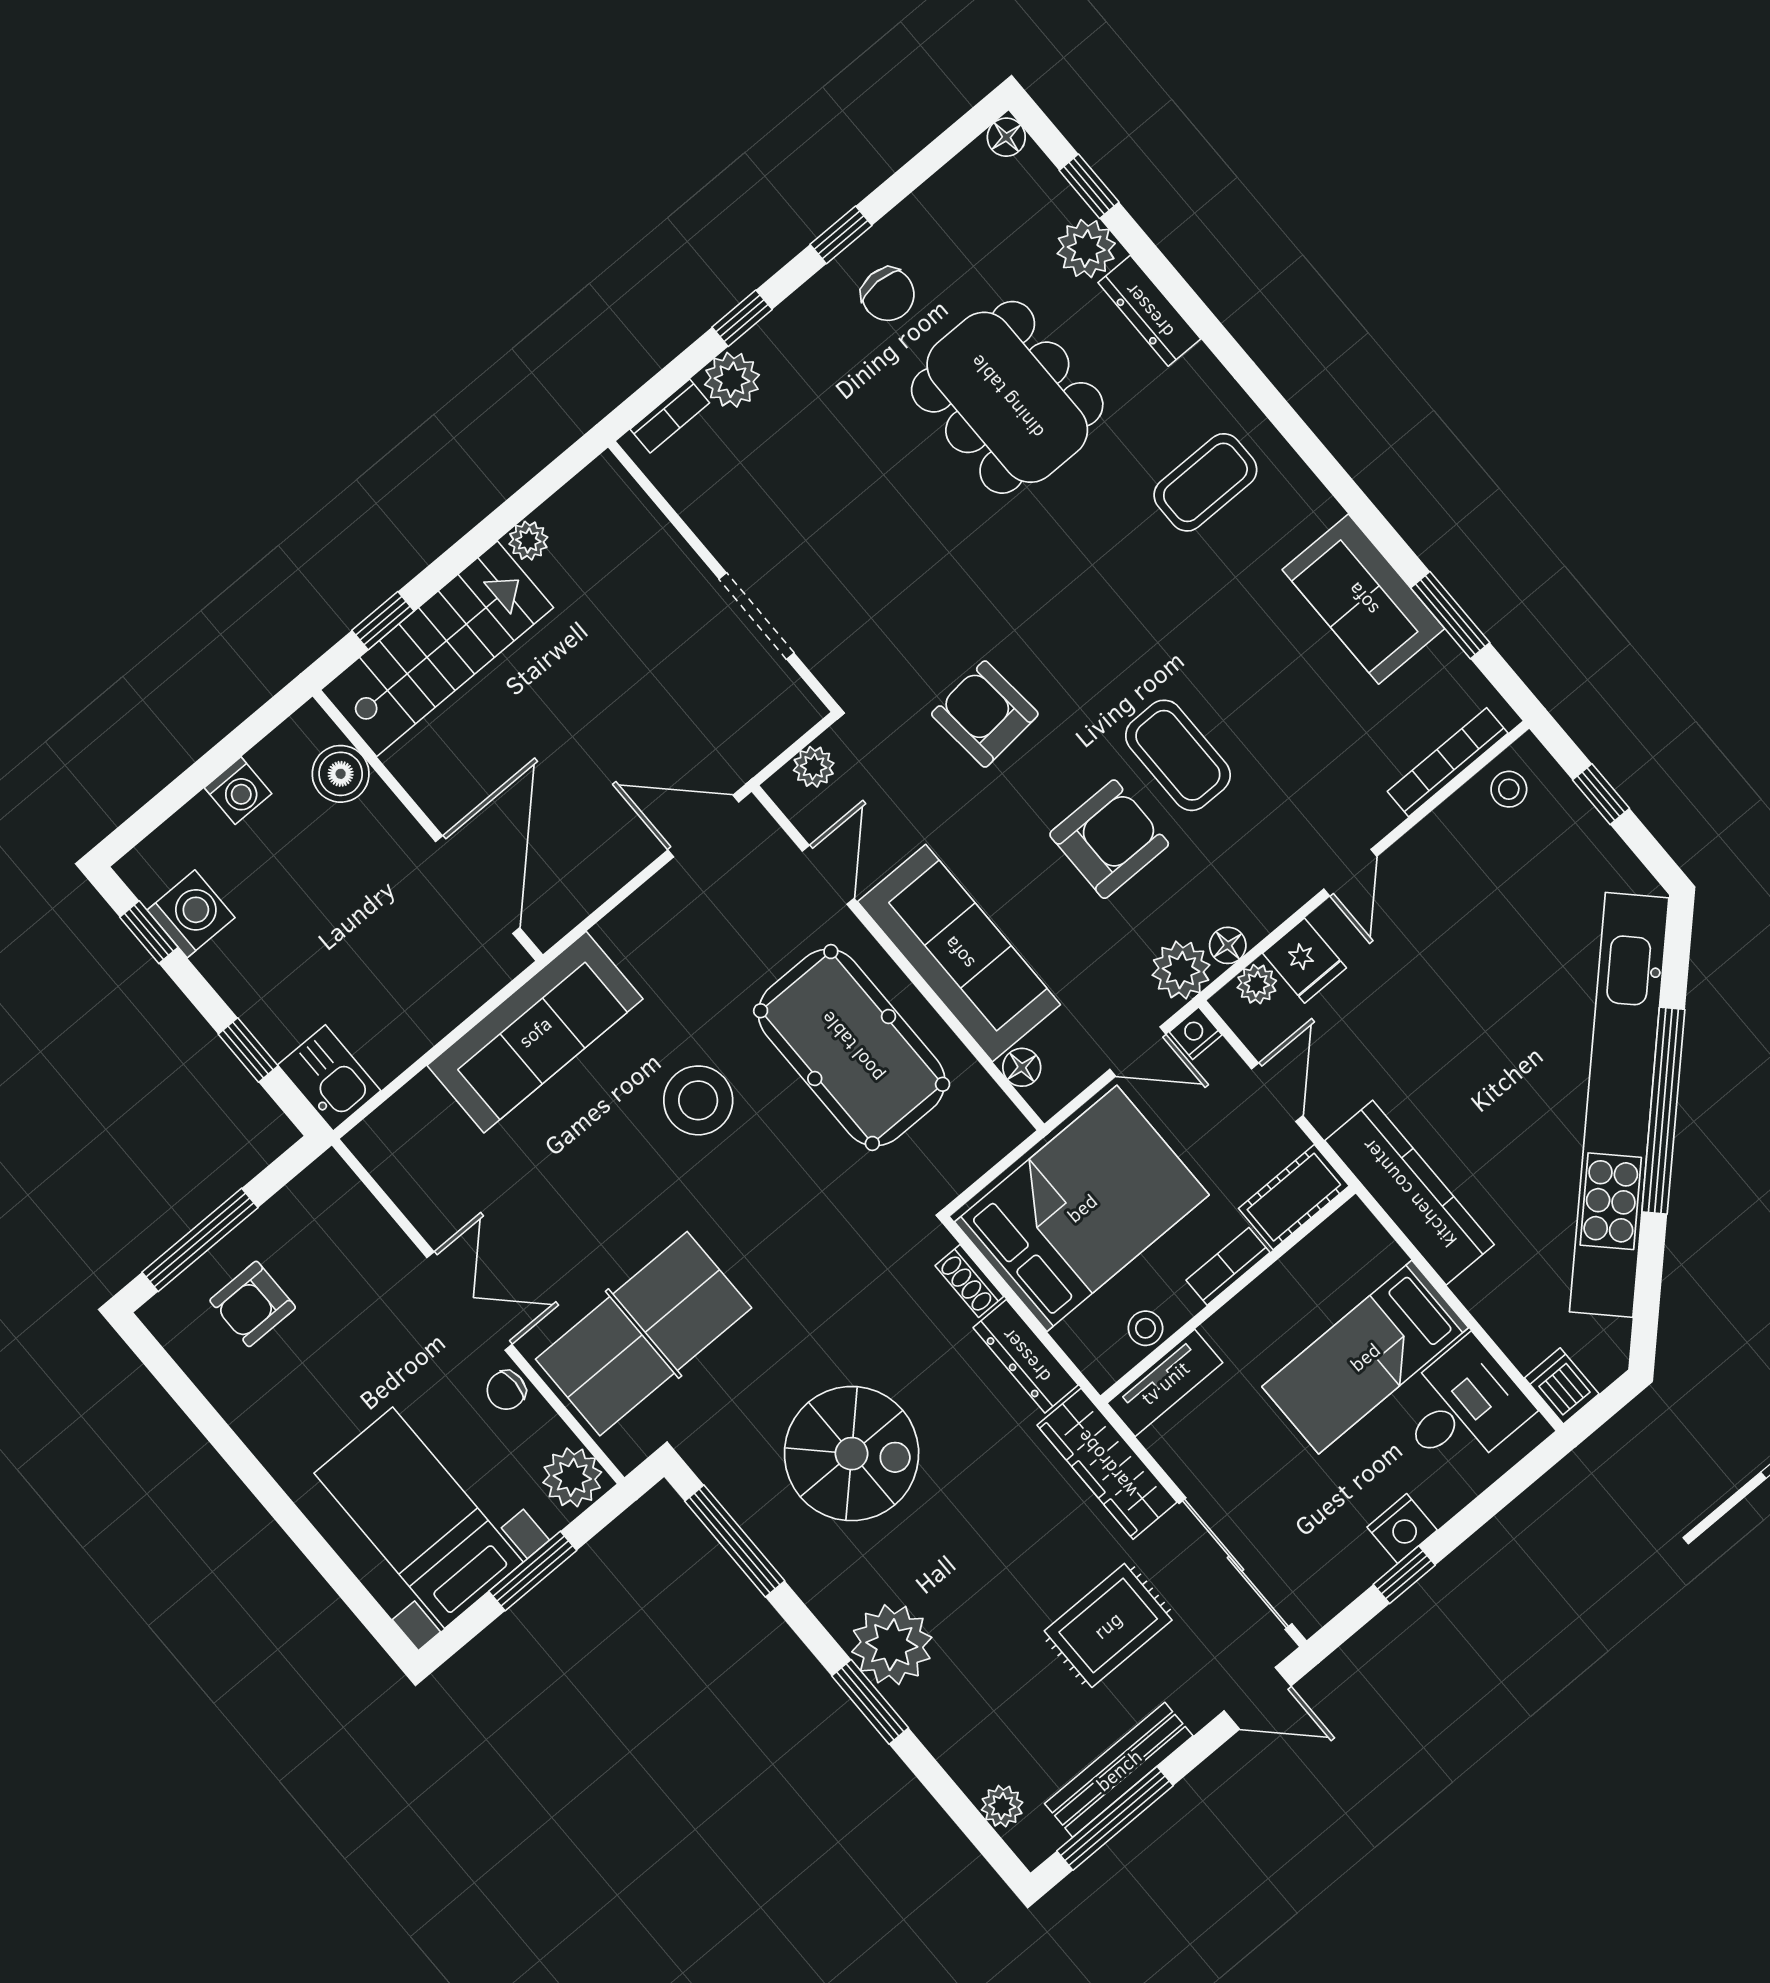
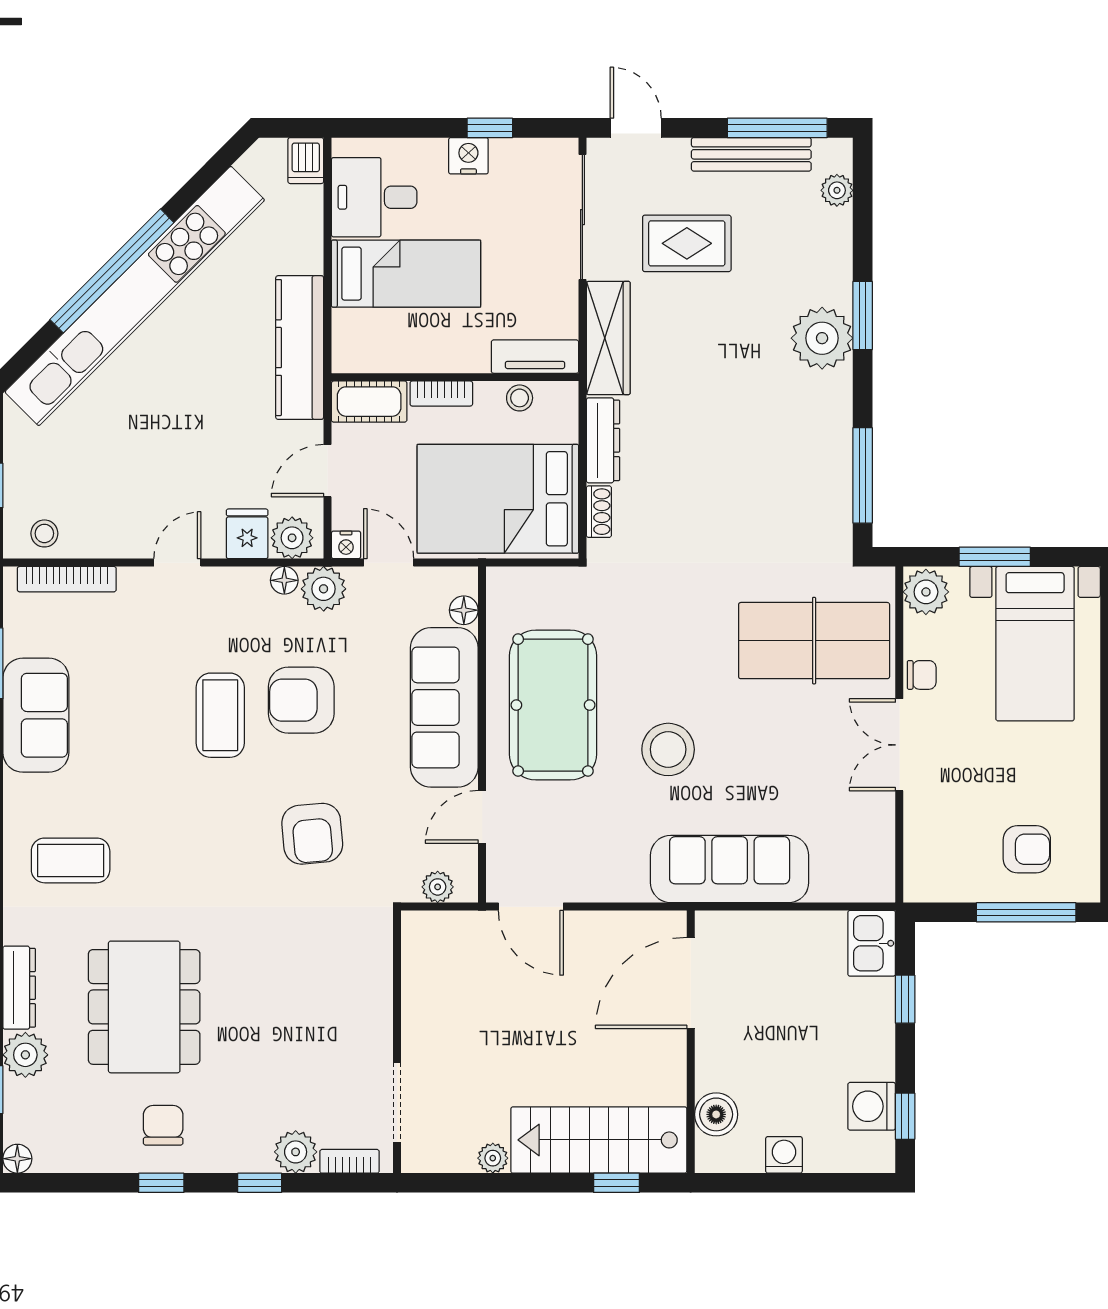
doorway: (757, 616) -> (397, 1102), moved
plant: (1257, 984) -> (292, 538), width x1.38, depth x1.38
spiral stairs: (852, 1454) -> (752, 469), removed

